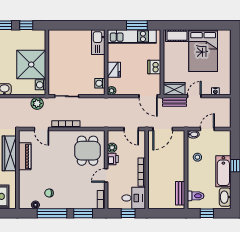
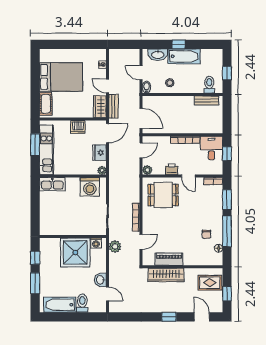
fridge: (114, 70) -> (100, 153), moved, turned -90
washing machine: (100, 83) -> (90, 187), width x1.89, depth x1.89
plant: (112, 148) -> (147, 170), moved
washbasin: (225, 197) -> (158, 55), moved

